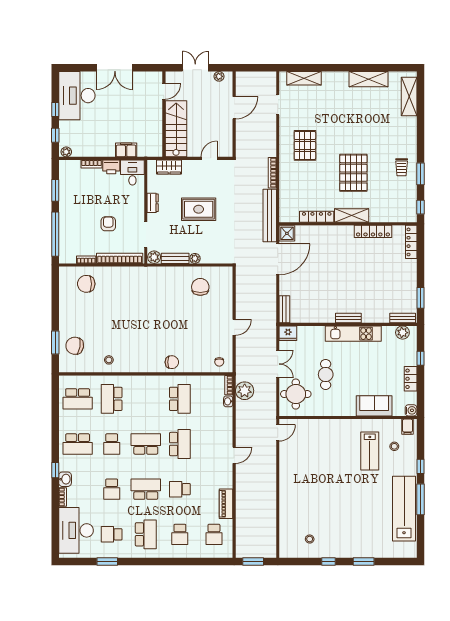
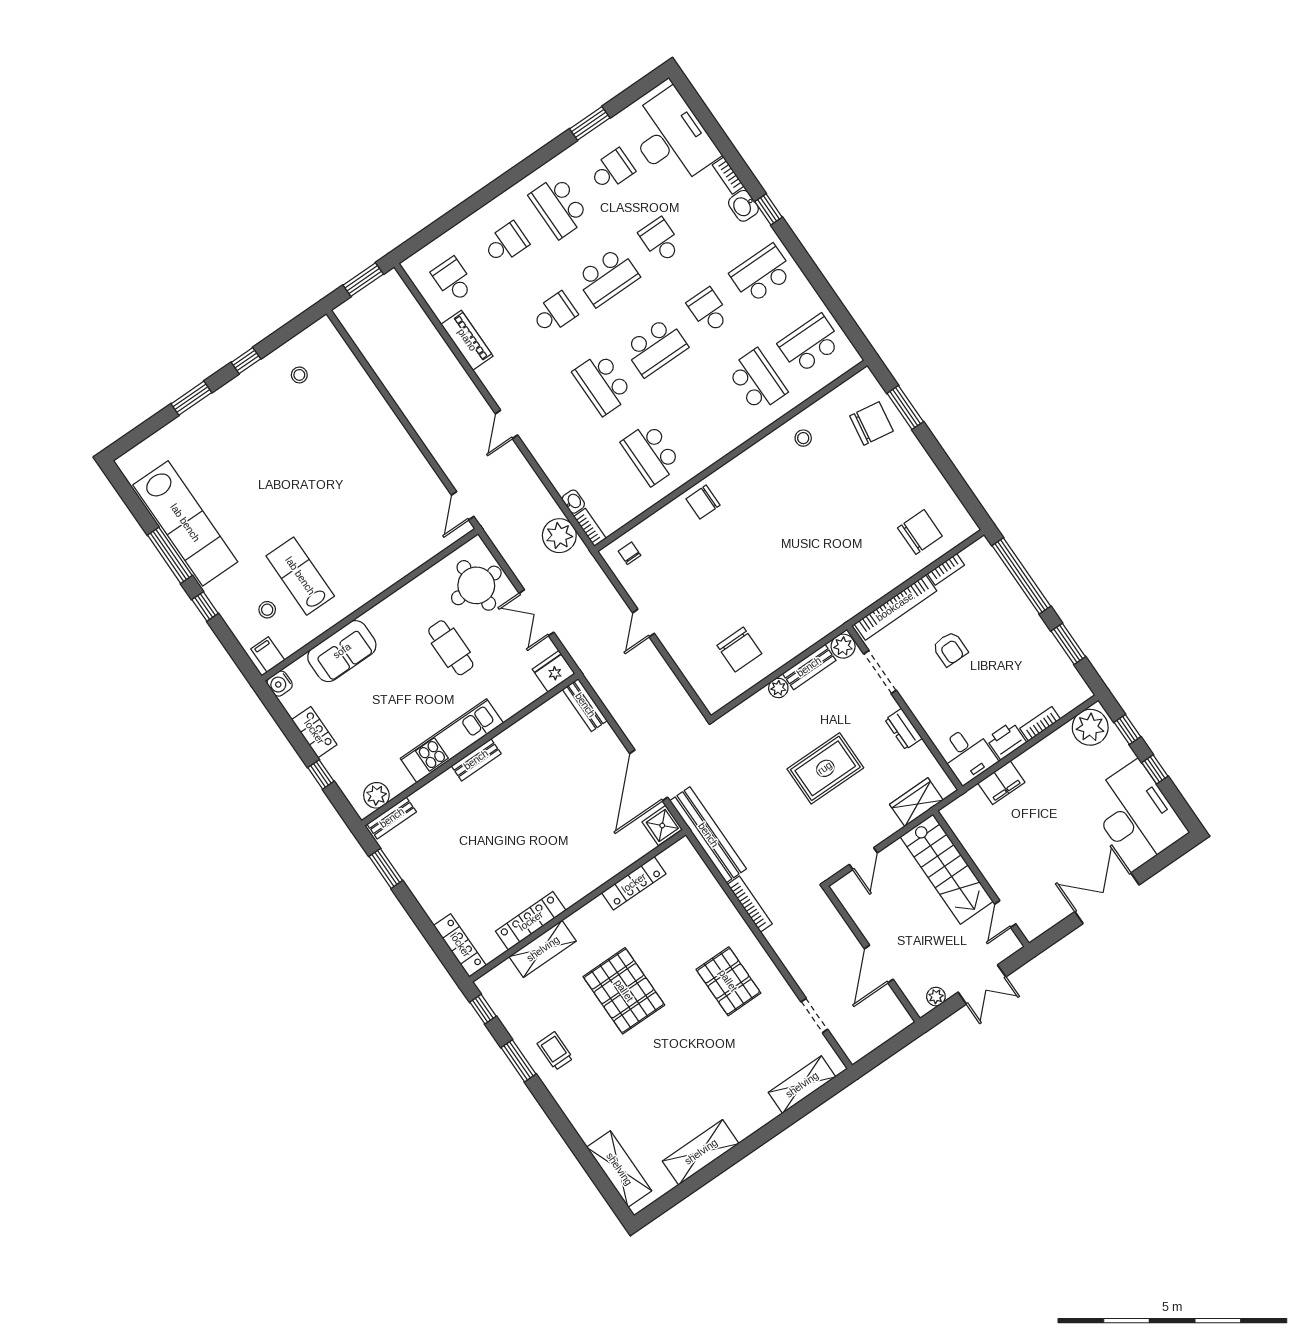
plant: (66, 152) -> (1090, 727), width x1.87, depth x1.87
shelving: (352, 216) -> (543, 949), moved
school desk: (180, 534) -> (506, 243), turned 90

